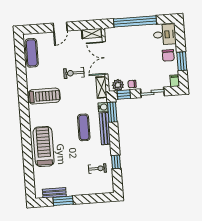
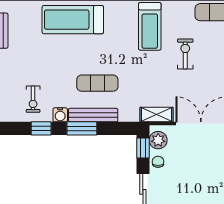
exercise bike: (74, 73) -> (185, 54), moved
water cooler: (103, 107) -> (60, 115), moved
window: (112, 112) -> (82, 128), moved
treadmill: (44, 147) -> (73, 20), turned 180

